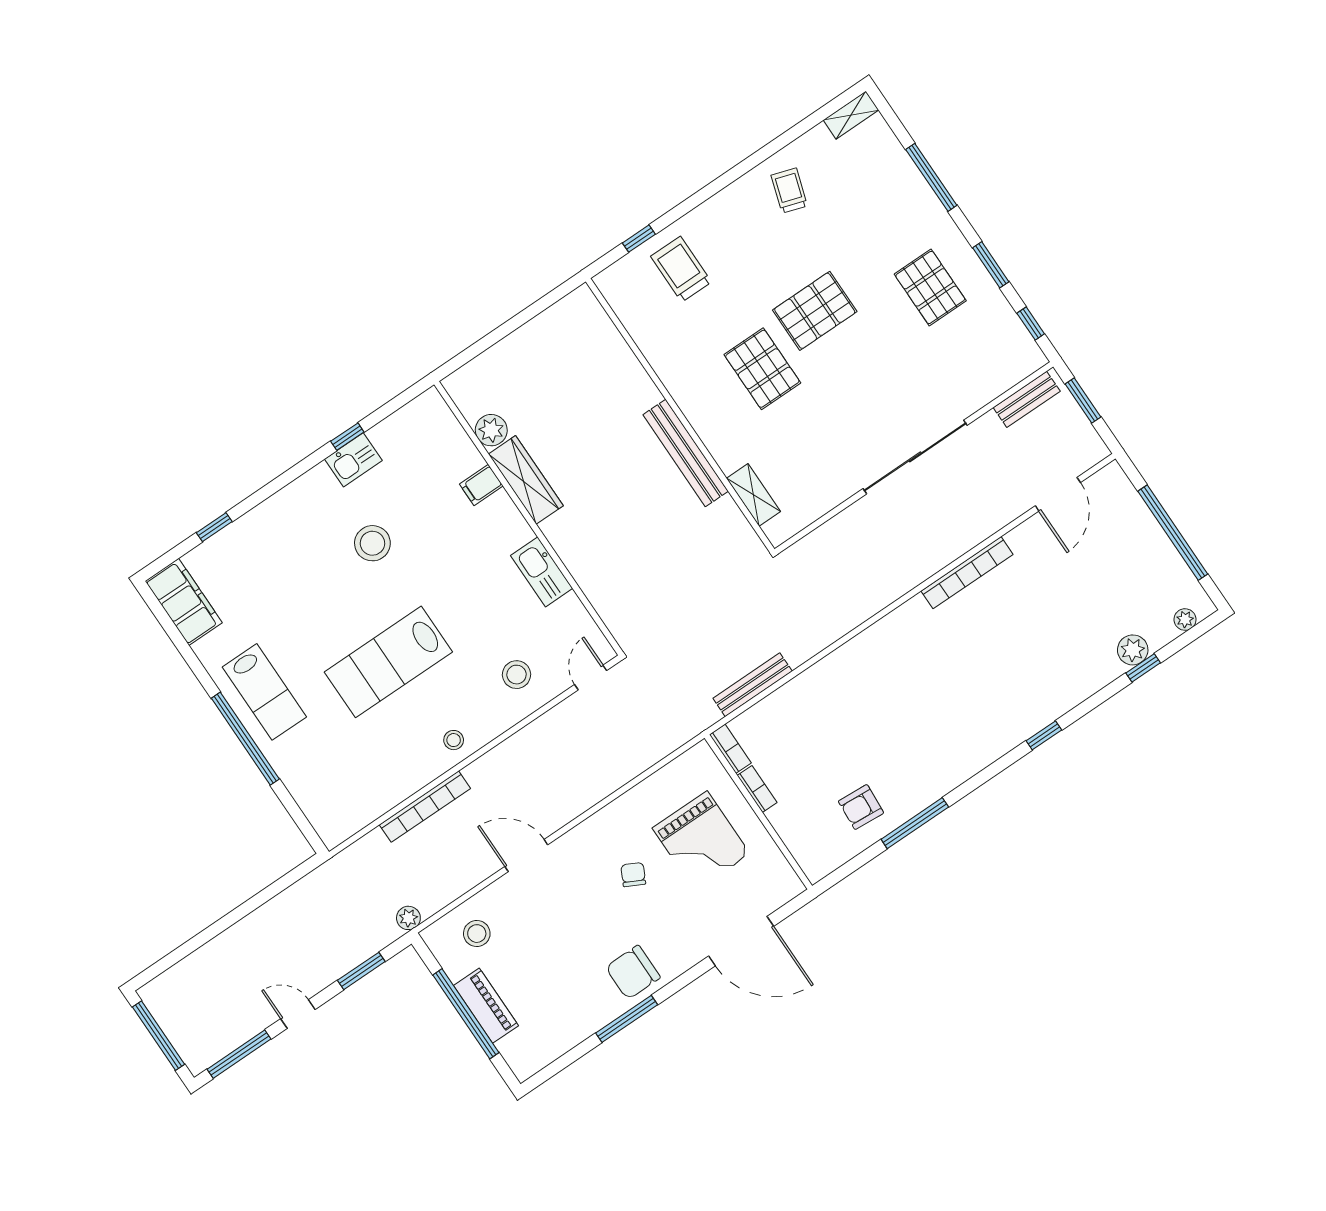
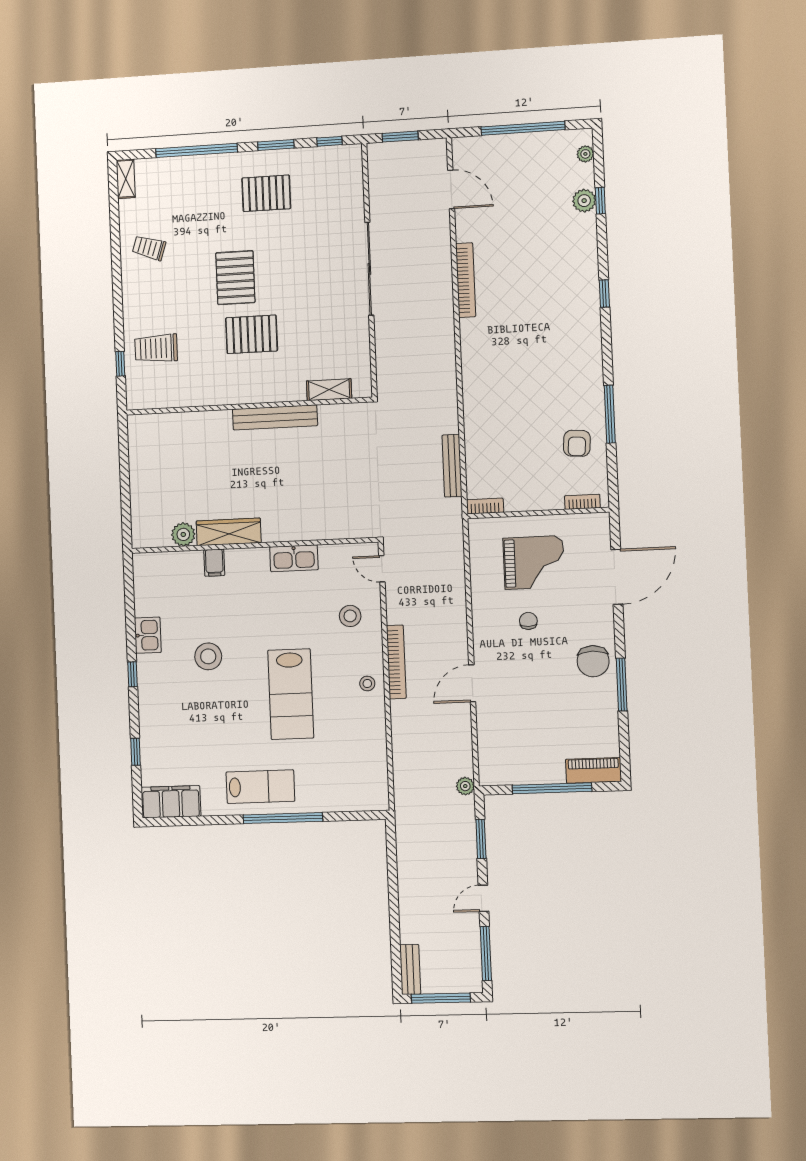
window: (931, 177) -> (197, 150), width x1.46
bench: (1027, 399) -> (410, 969), moved
window: (347, 437) -> (132, 674), moved
bookcase: (757, 789) -> (582, 502), moved
bookcase: (425, 807) -> (396, 662), moved
chair: (633, 875) -> (528, 621), turned 63
stool: (477, 934) -> (503, 748), removed
piano: (486, 1006) -> (594, 770), moved

